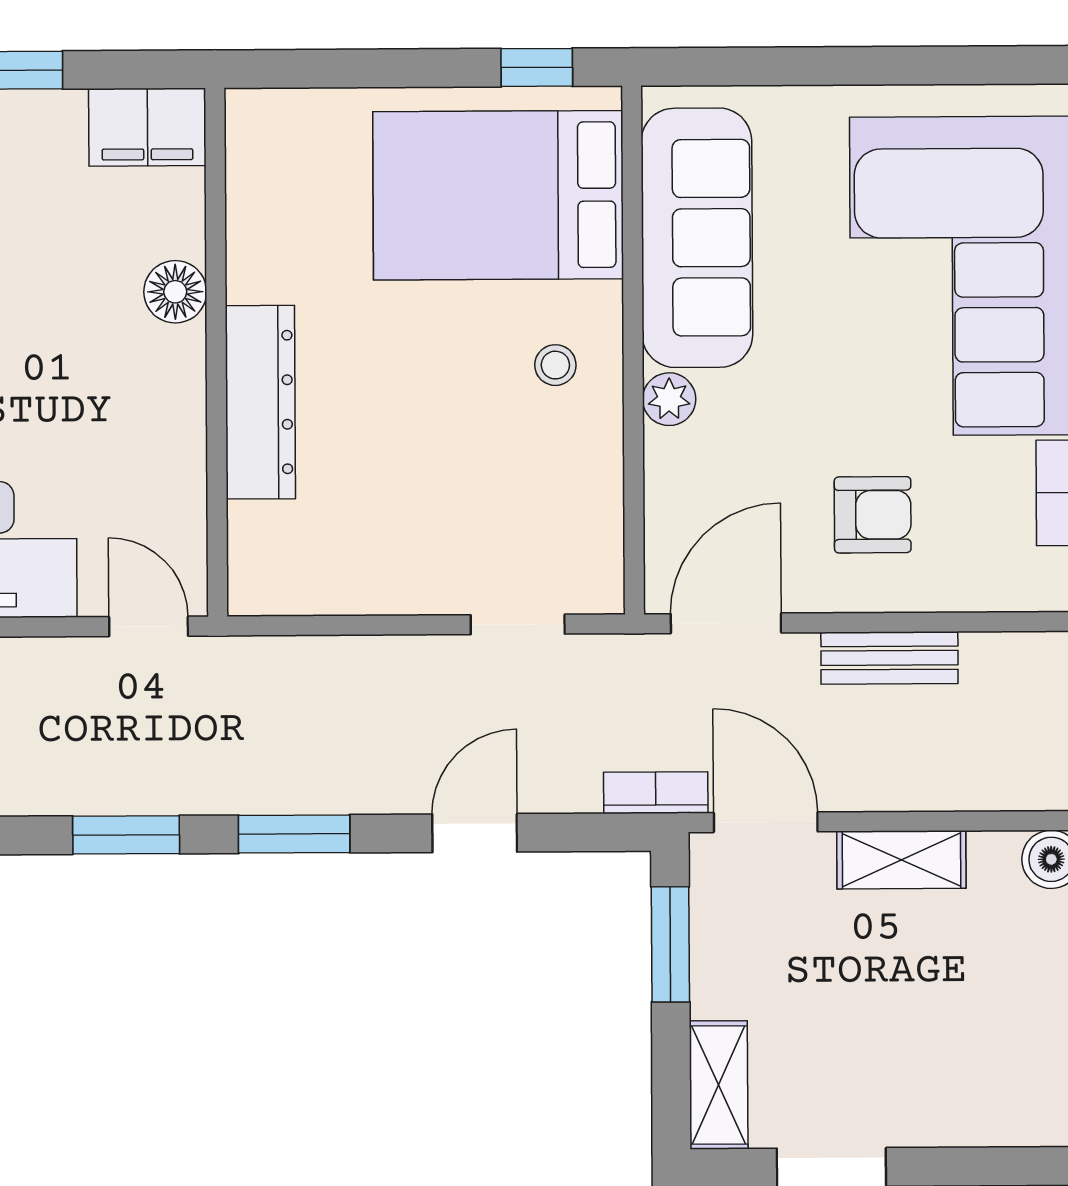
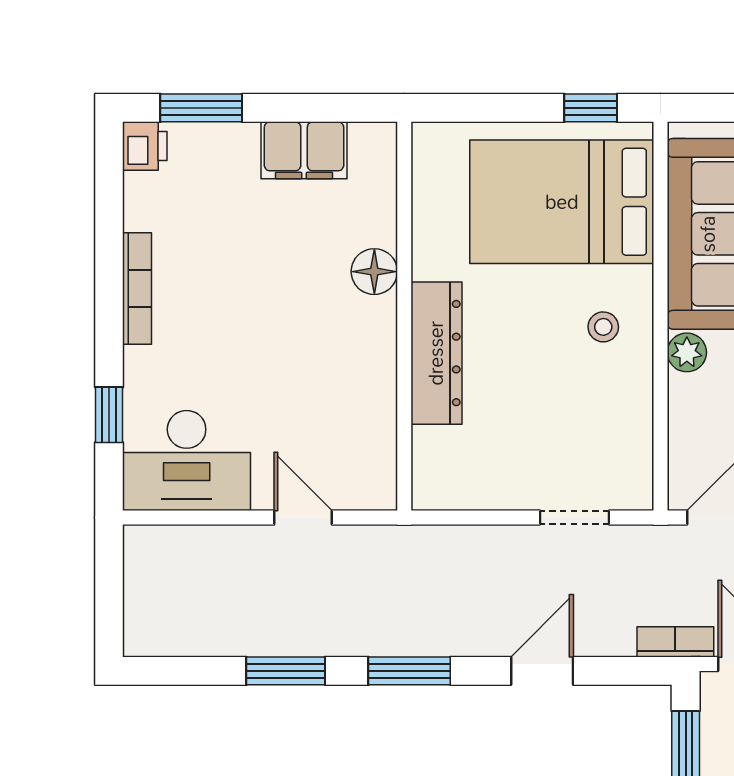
floor lamp: (175, 292) -> (374, 272), moved
wall: (216, 352) -> (404, 316), moved
dresser: (260, 402) -> (436, 353), moved

